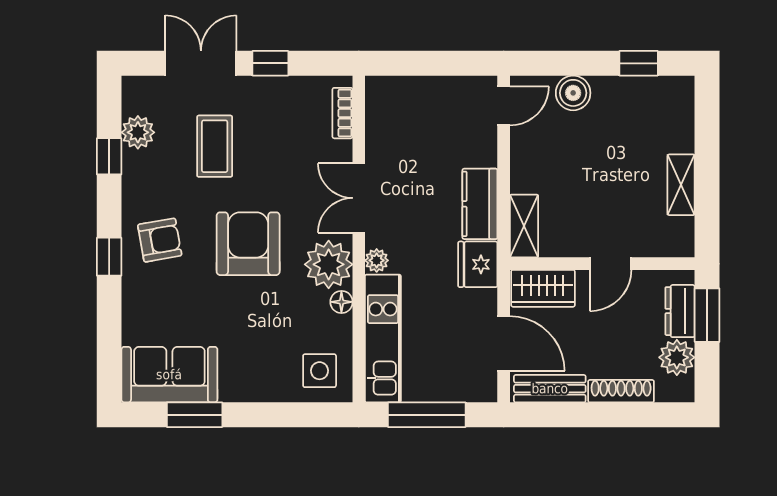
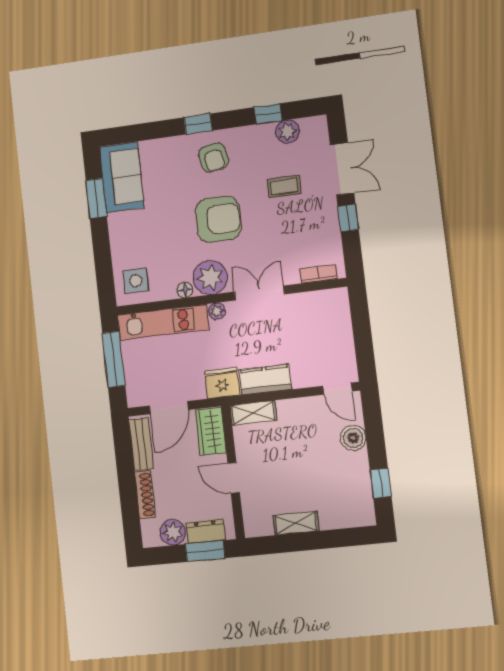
coffee table: (215, 146) -> (284, 187), width x0.73, depth x0.77

